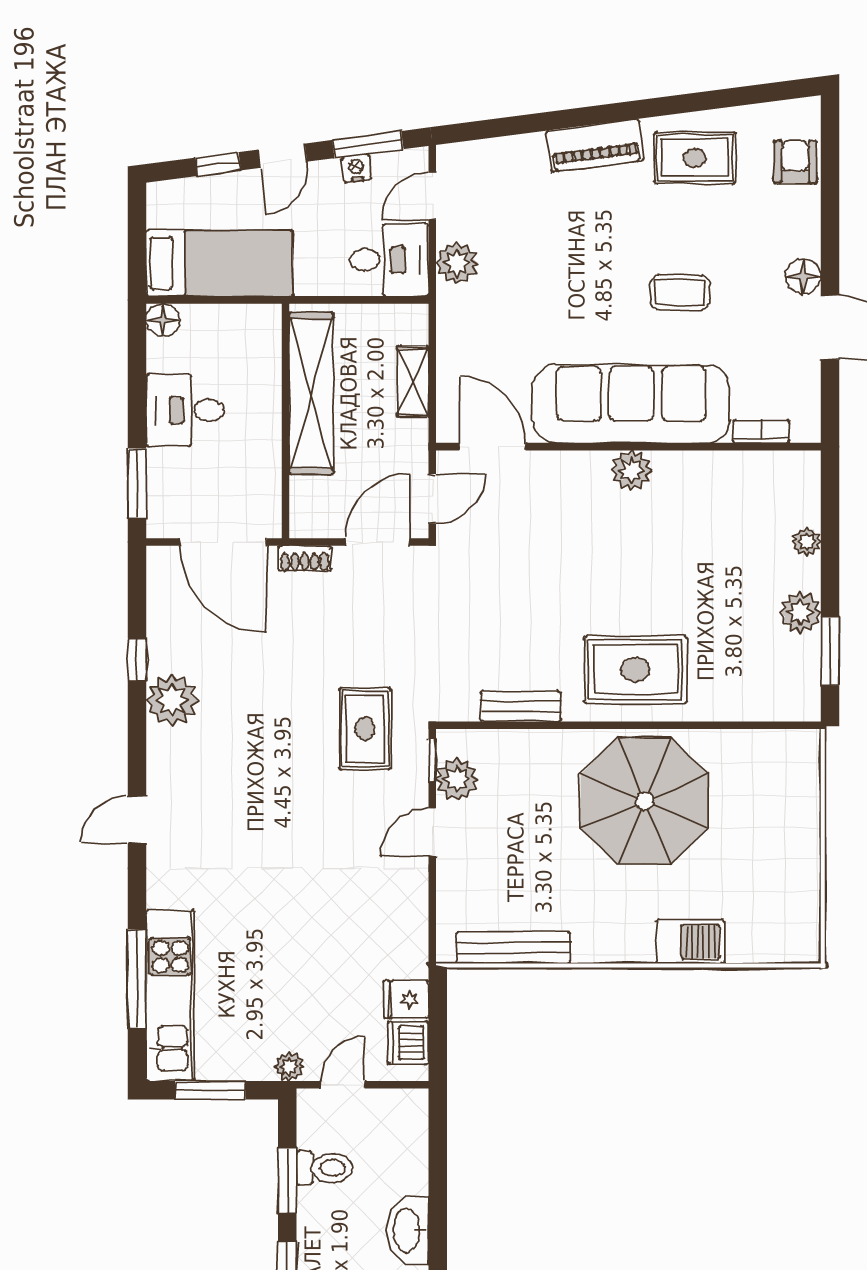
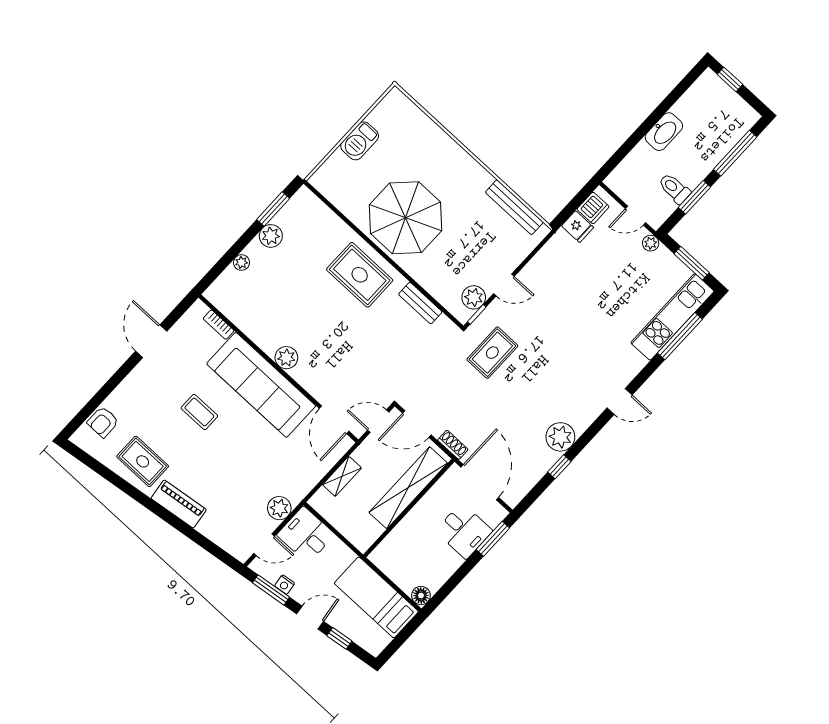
floor lamp: (803, 276) -> (143, 372), removed
shelving: (311, 393) -> (408, 488), moved
desk: (185, 410) -> (464, 531), moved
barbecue: (690, 942) -> (360, 141), moved, turned -90

